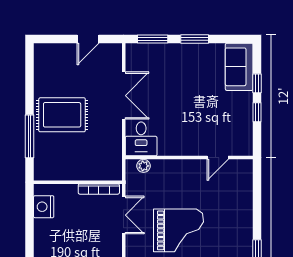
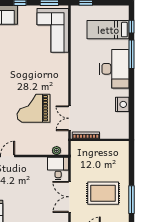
rug: (62, 115) -> (103, 193), moved
window: (30, 136) -> (131, 200), moved
nightstand: (44, 207) -> (122, 104), moved

